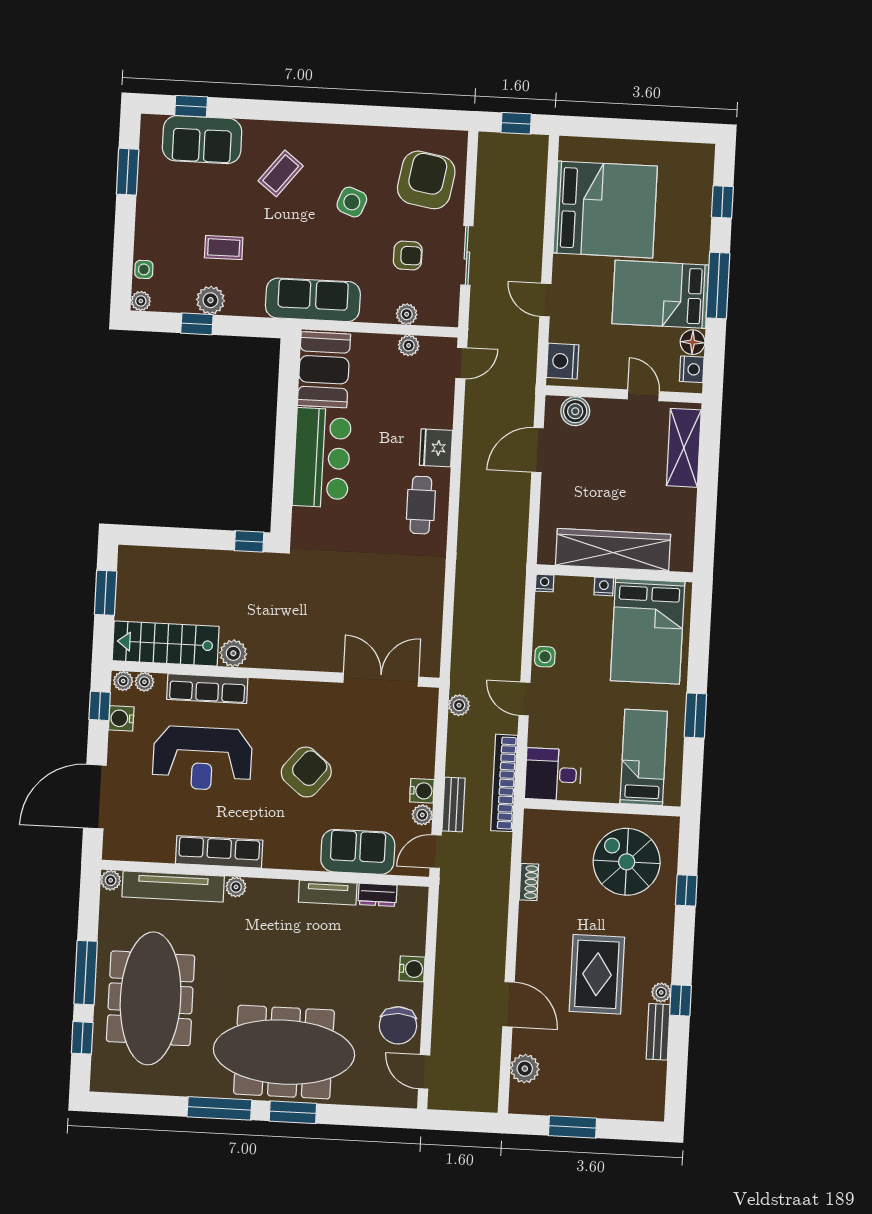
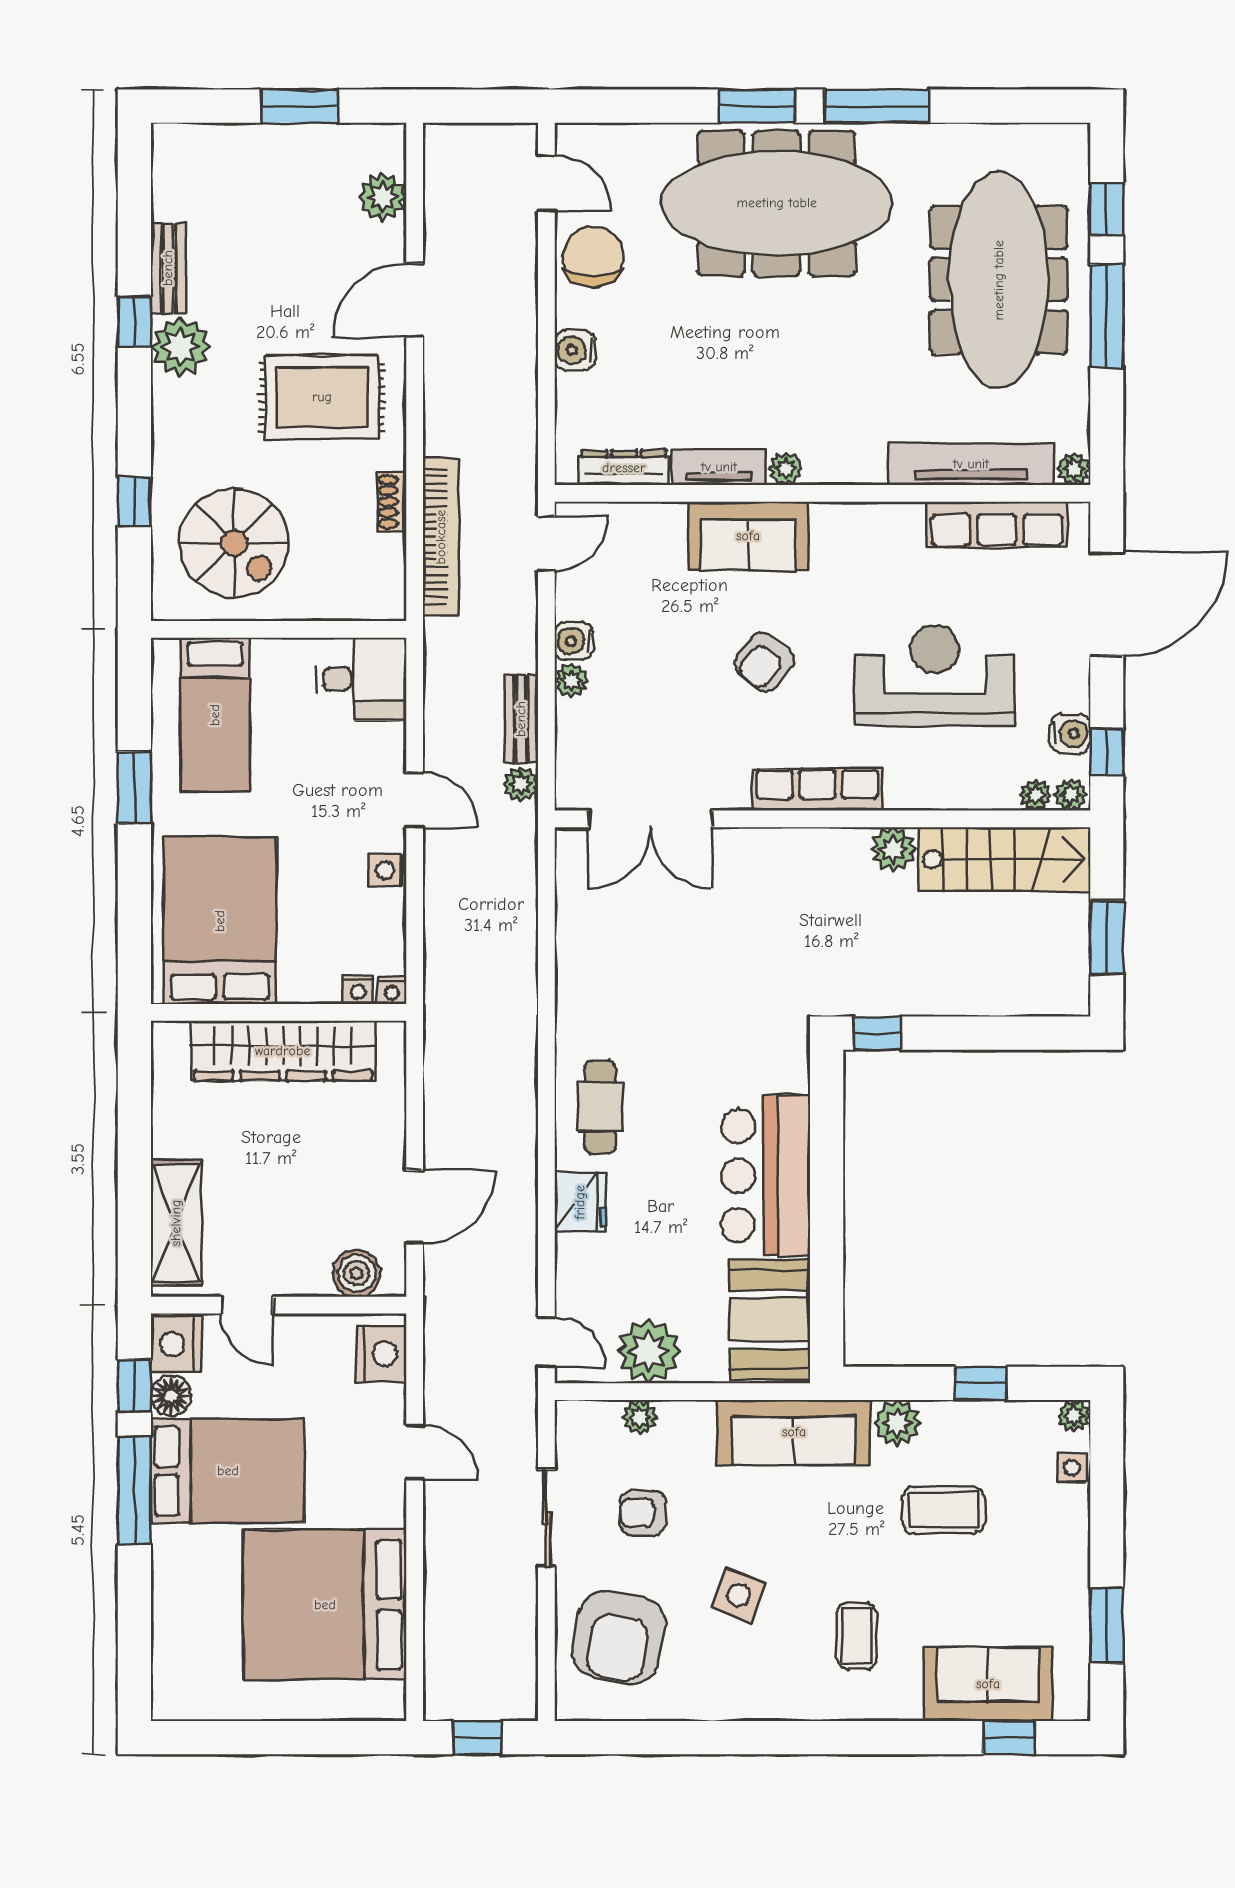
coffee table: (281, 173) -> (857, 1636), turned -38
window: (722, 202) -> (134, 1385), moved
coffee table: (224, 248) -> (944, 1510), width x1.36, depth x1.30
plant: (210, 300) -> (897, 1423), moved
plant: (409, 345) -> (649, 1351), width x1.87, depth x1.87
door: (461, 363) -> (546, 1342), swing flipped
nightstand: (692, 369) -> (176, 1344), width x1.36, depth x1.33
nightstand: (604, 587) -> (358, 990), moved
row of seats: (207, 689) -> (817, 789), moved
armchair: (306, 772) -> (764, 662), width x0.72, depth x0.72
bookcase: (504, 783) -> (441, 537), moved
bench: (453, 804) -> (521, 719), moved
plant: (422, 815) -> (571, 680), moved
row of seats: (219, 852) -> (997, 524), moved
sofa: (358, 852) -> (748, 536), moved
plant: (236, 887) -> (786, 469), moved
dresser: (378, 895) -> (624, 468), width x1.44
rug: (597, 974) -> (322, 397), moved, turned 90
plant: (661, 992) -> (180, 347), width x1.88, depth x1.88
door: (508, 1004) -> (415, 300), hinge flipped

